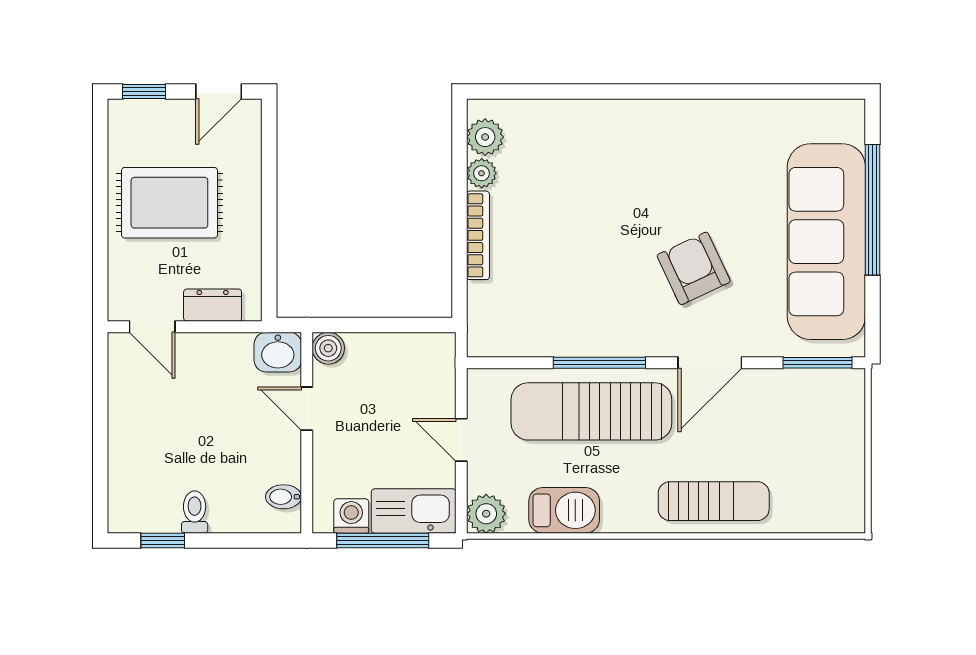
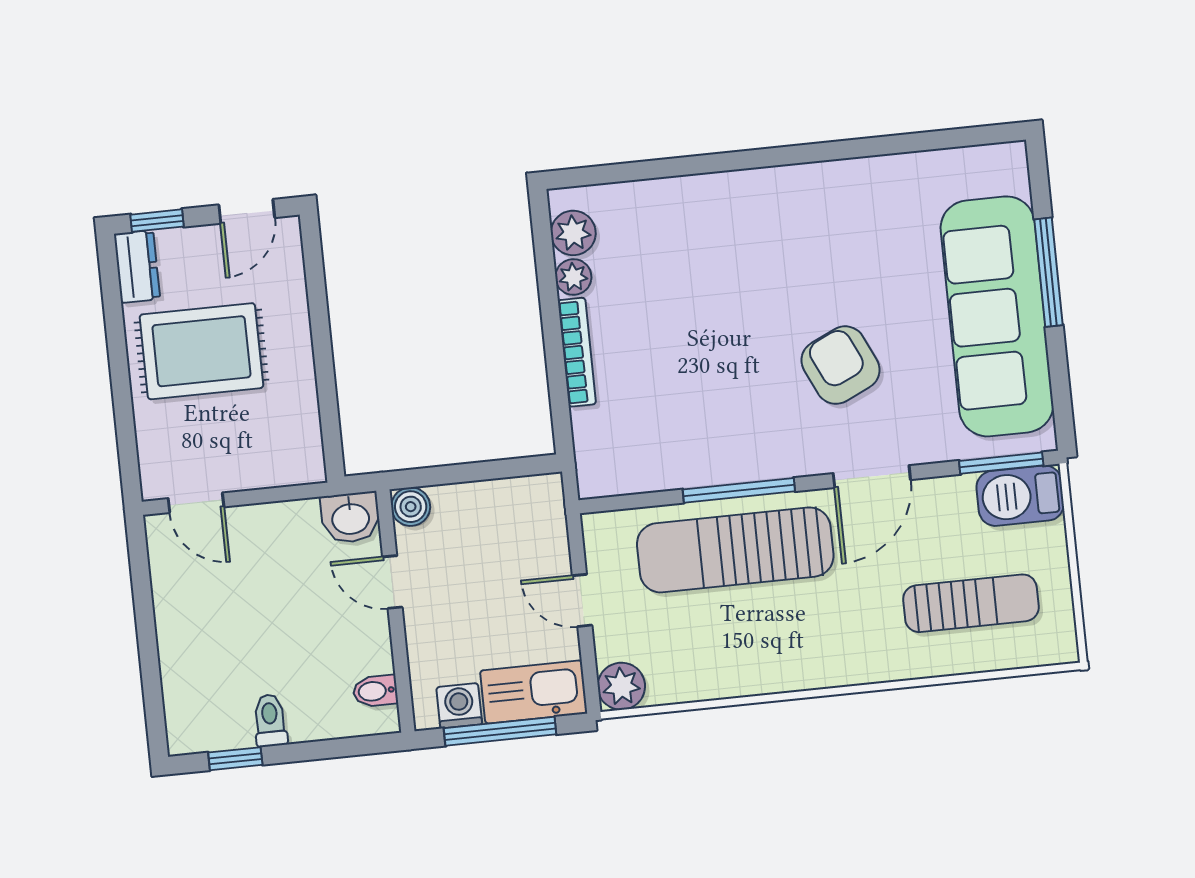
window: (873, 210) -> (1049, 272), width x0.68
dresser: (213, 305) -> (137, 266), moved, turned 90
sun lounger: (714, 501) -> (971, 603), moved
barbecue: (564, 510) -> (1020, 496), moved, turned 180

